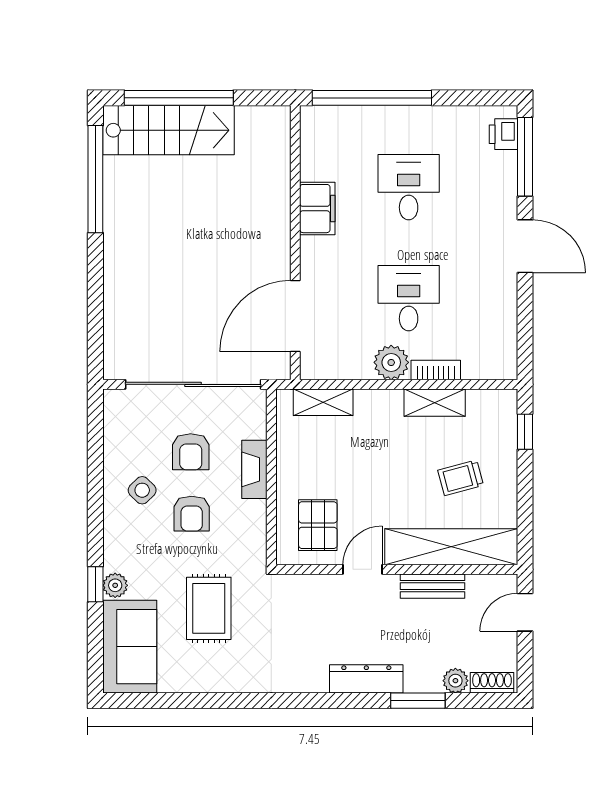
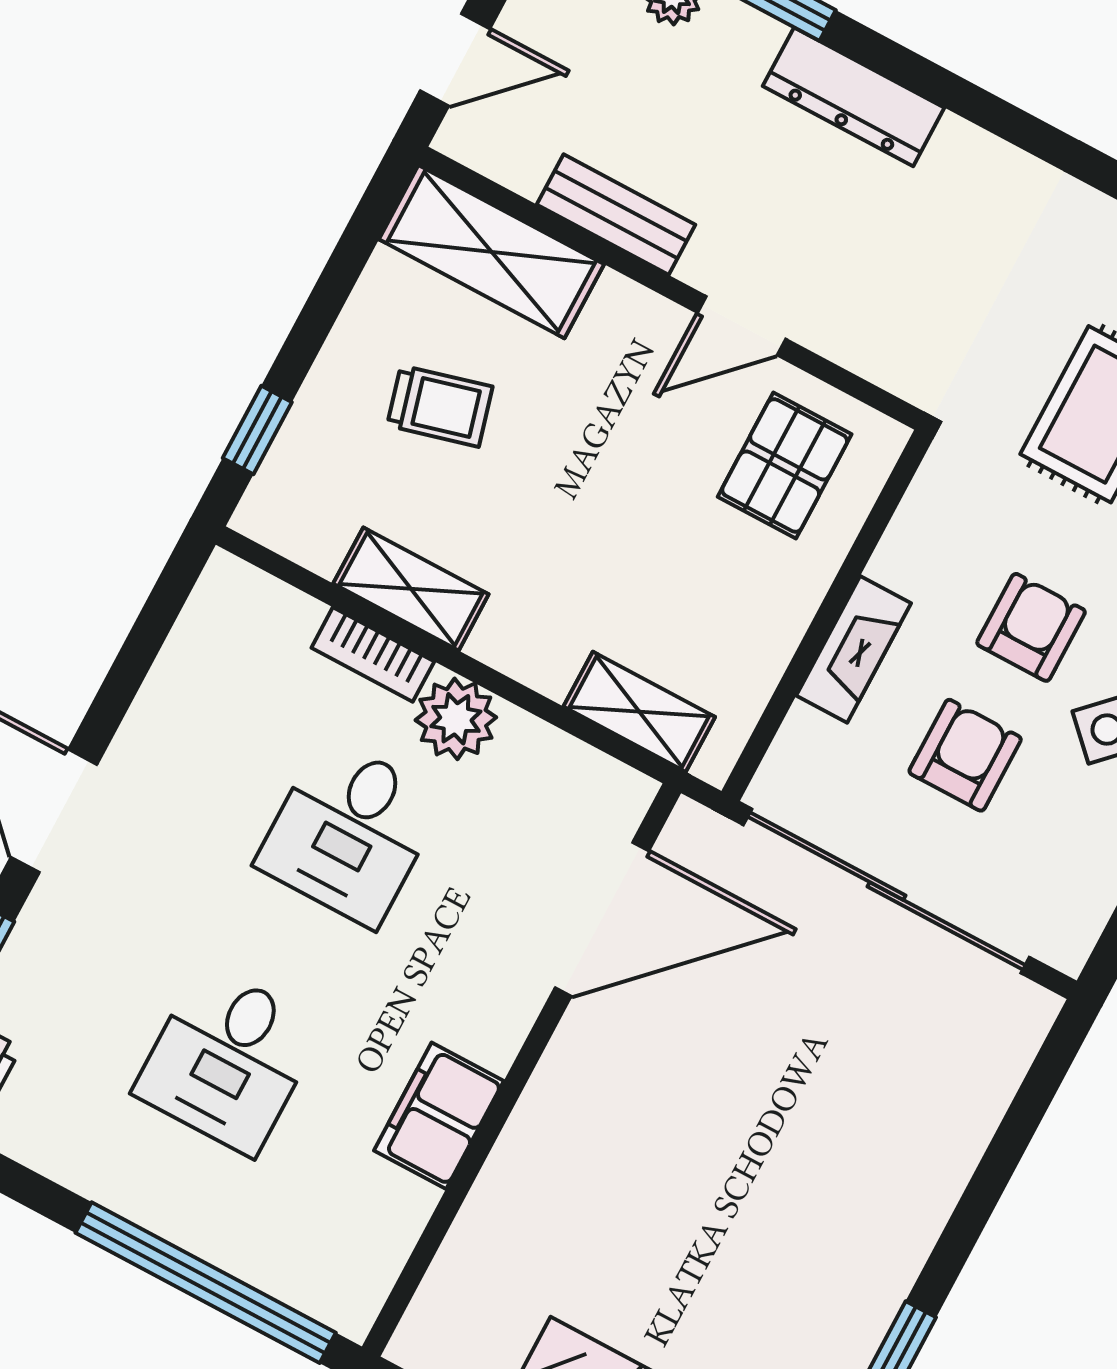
shelving: (451, 547) -> (491, 252), width x0.68

